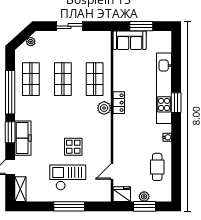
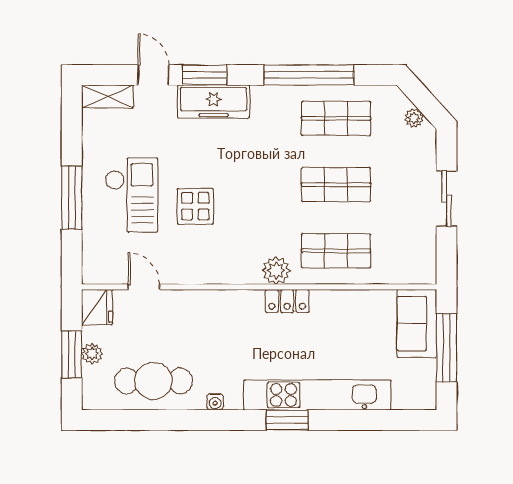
window: (141, 26) -> (446, 348), width x1.44
window: (10, 132) -> (205, 75), moved
cafe table: (157, 167) -> (153, 381), width x1.37, depth x1.35

